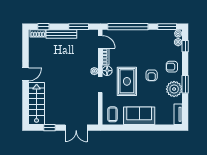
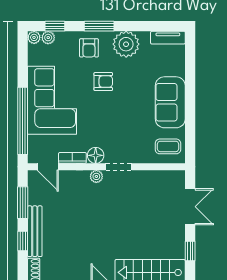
window: (43, 27) -> (23, 241), moved
window: (167, 27) -> (23, 56), removed
door: (100, 42) -> (48, 167), swing flipped
corner sofa: (140, 44) -> (52, 100), added
rug: (127, 81) -> (113, 122), removed
window: (185, 84) -> (99, 26), moved

